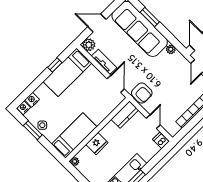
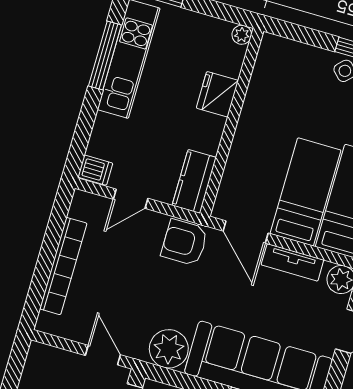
plant: (171, 49) -> (169, 349), width x1.87, depth x1.87
door: (153, 122) -> (131, 199), hinge flipped
bed: (74, 135) -> (306, 192), moved, turned 180

